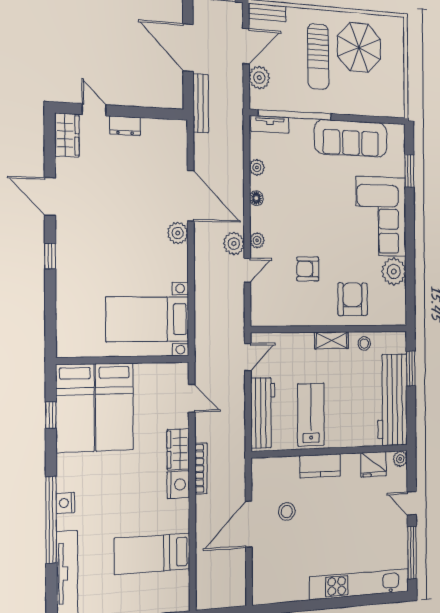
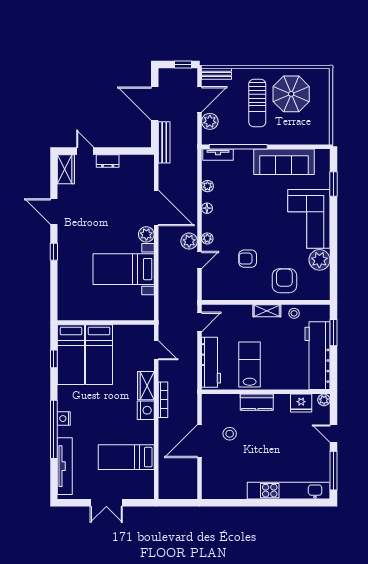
bed with nightstands: (148, 319) -> (124, 269), moved

